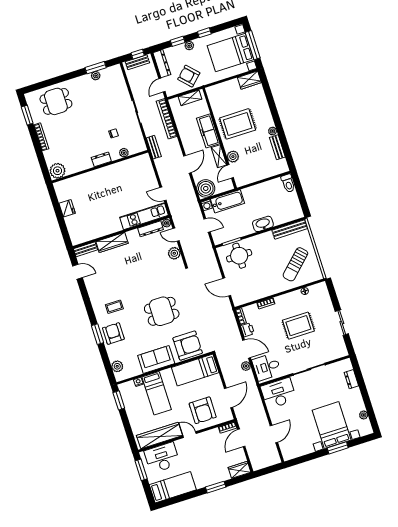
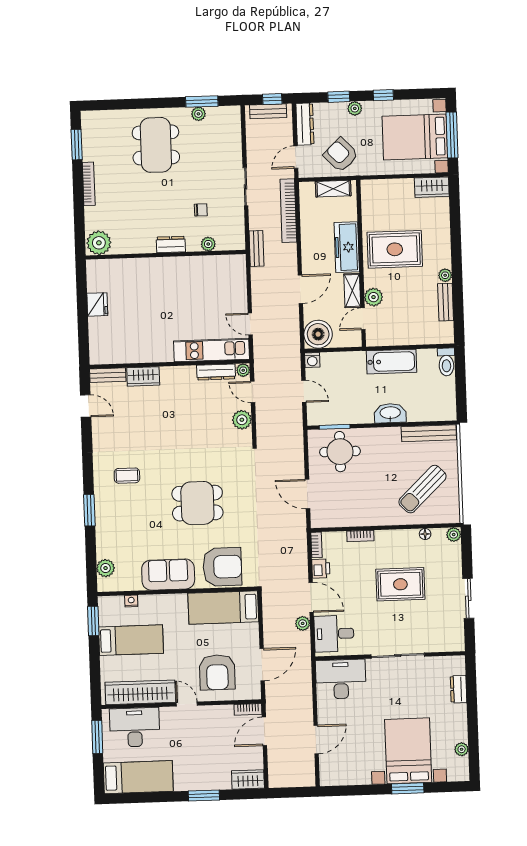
dining table: (56, 101) -> (156, 145), moved, width x1.38
bathtub: (228, 201) -> (392, 362), moved
wardrobe: (112, 242) -> (143, 376), width x0.67
plant: (322, 286) -> (454, 535), added
armchair: (113, 333) -> (114, 516), removed
bed: (157, 393) -> (131, 640), moved, turned -90

